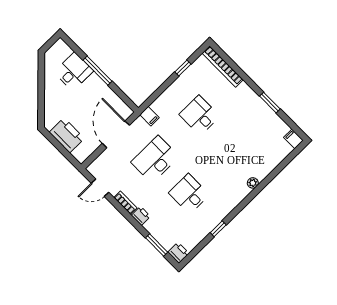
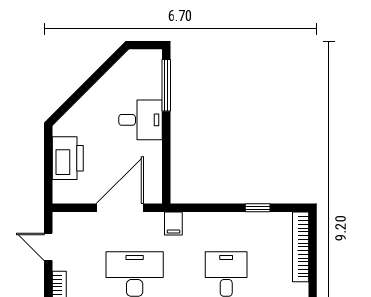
window: (97, 71) -> (166, 85), moved
desk: (74, 72) -> (140, 120), moved

